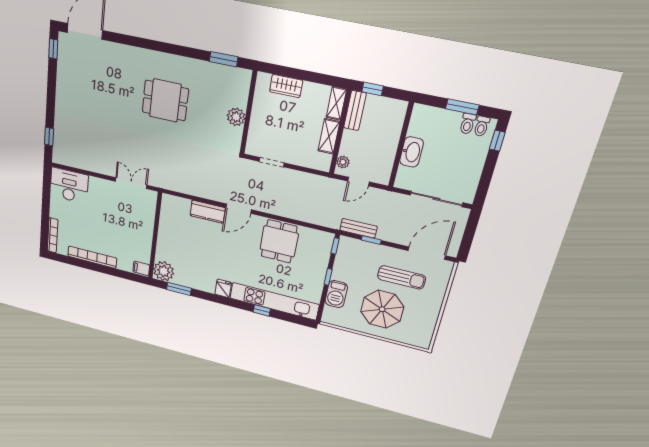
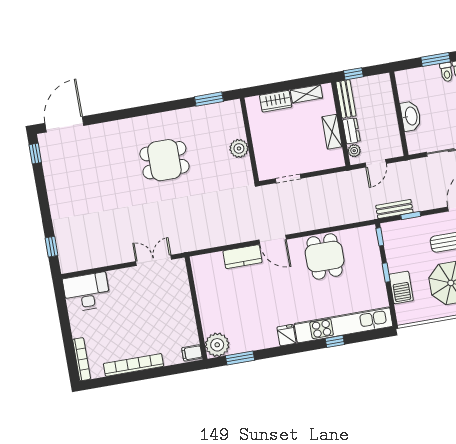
shelving: (336, 103) -> (306, 94), moved, turned 90
dresser: (348, 143) -> (351, 131), added
door: (239, 209) -> (273, 240), hinge flipped

